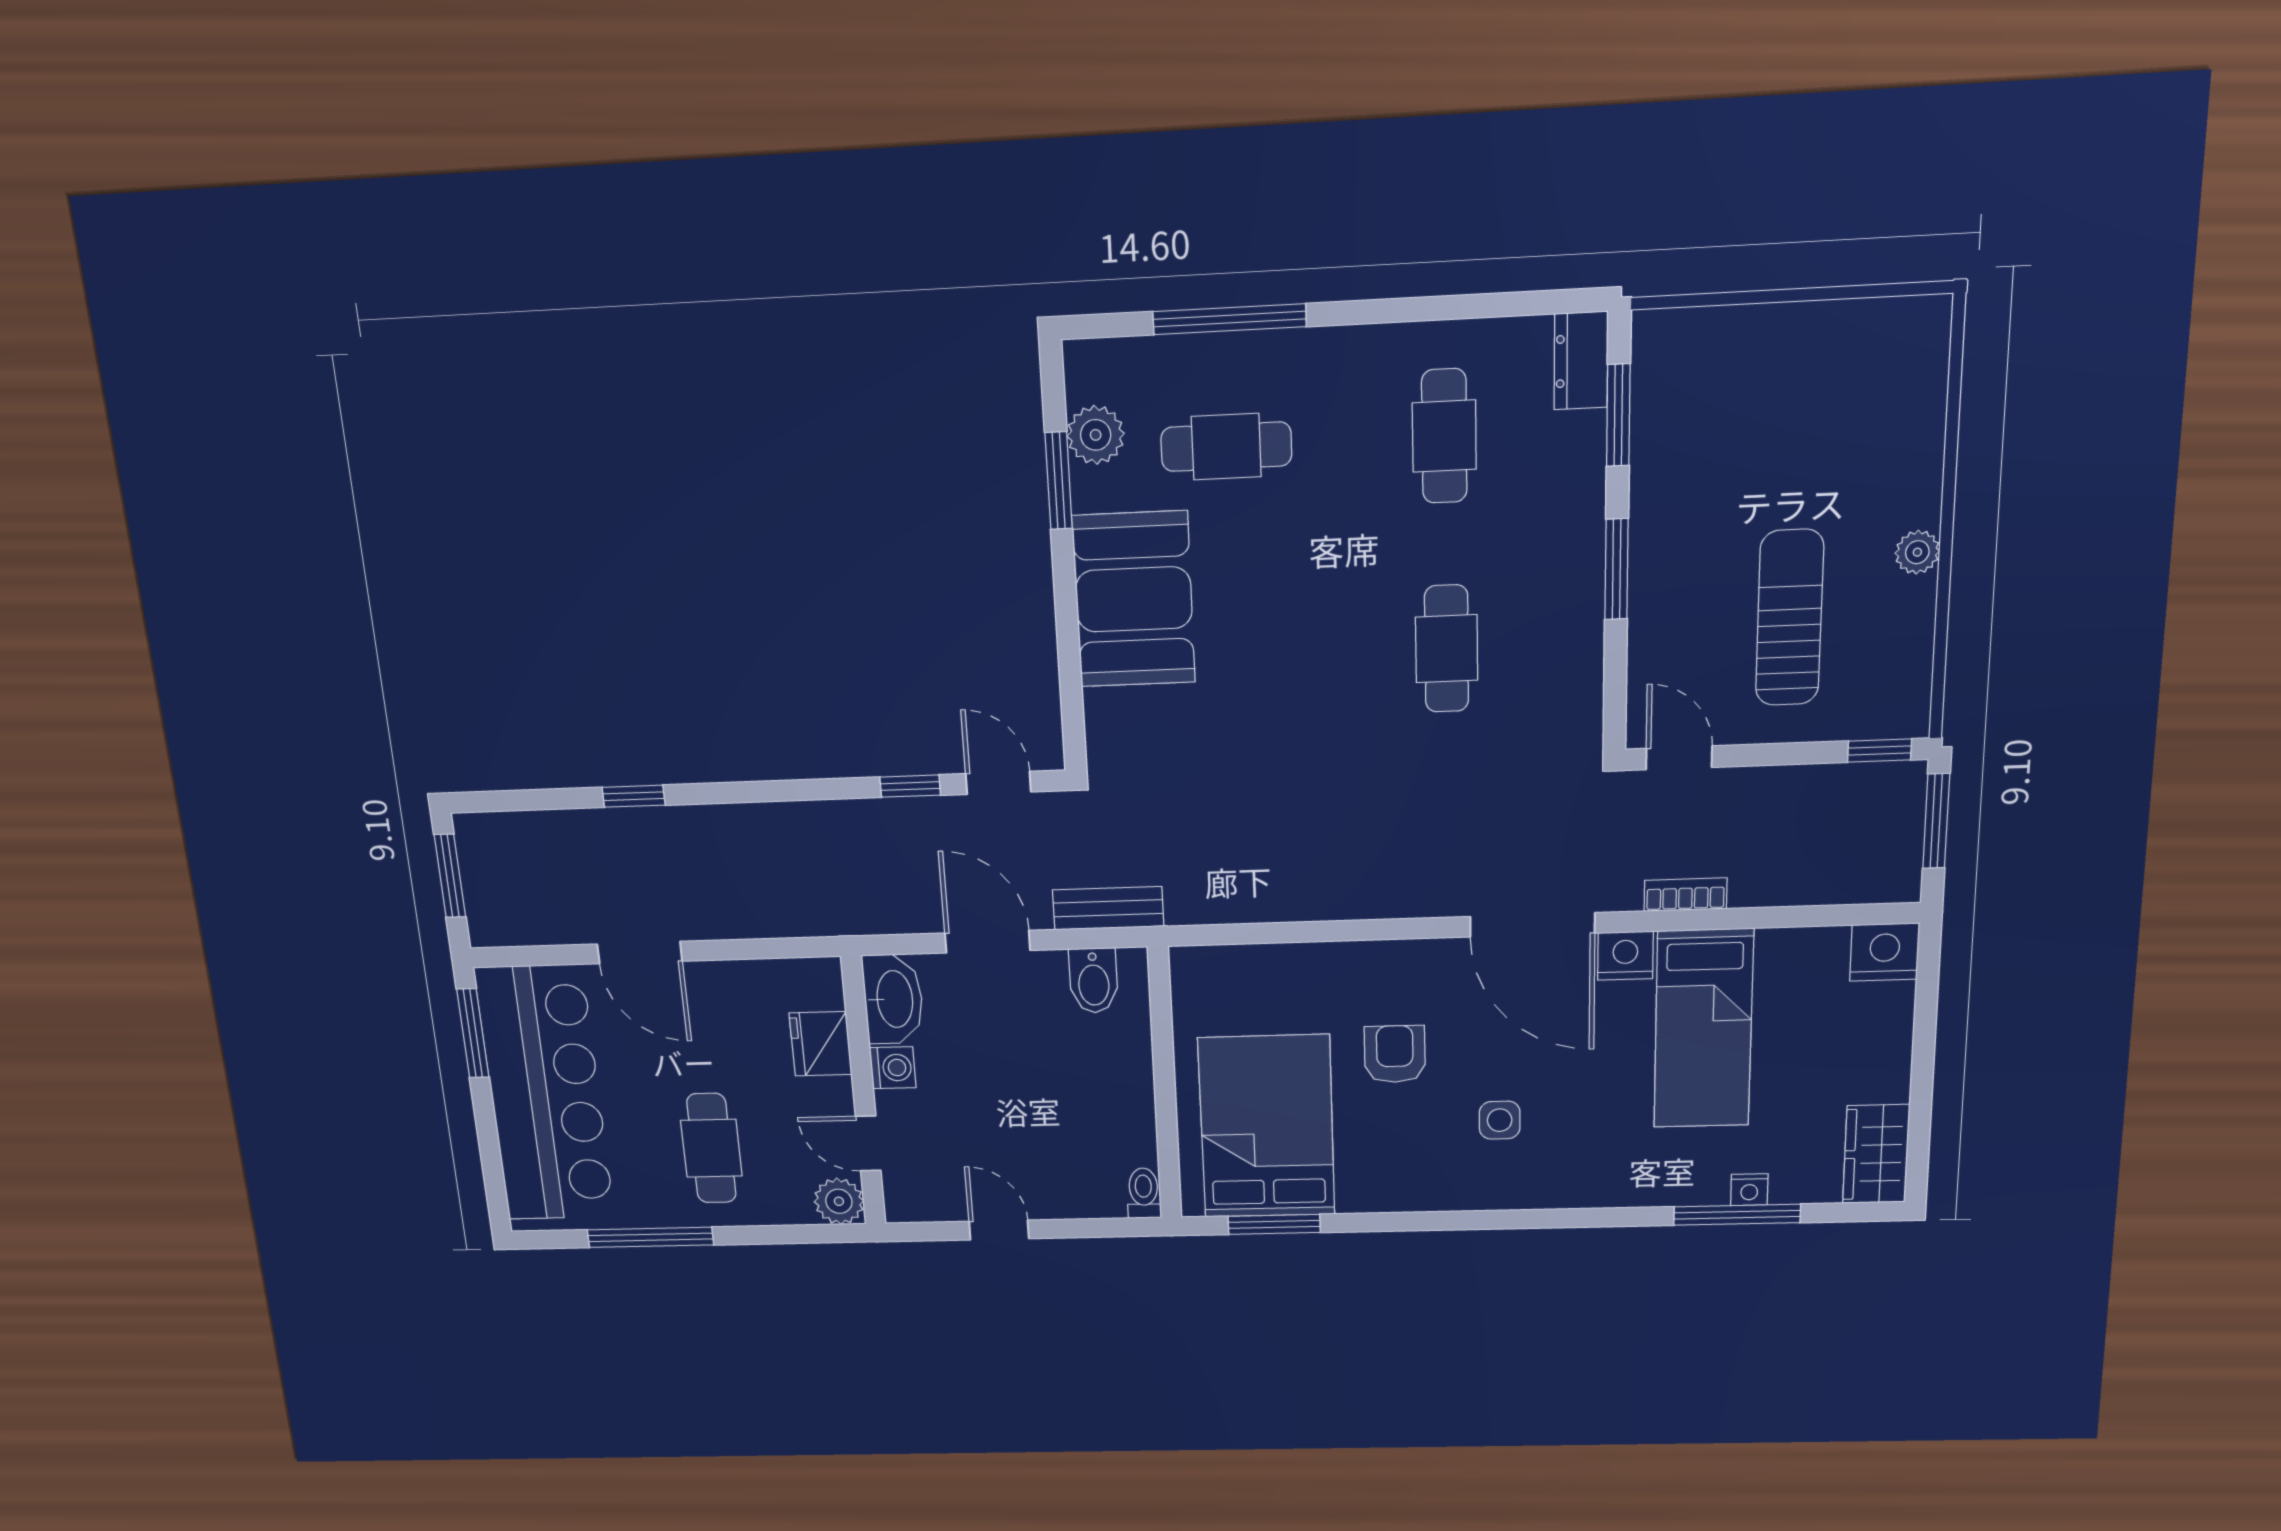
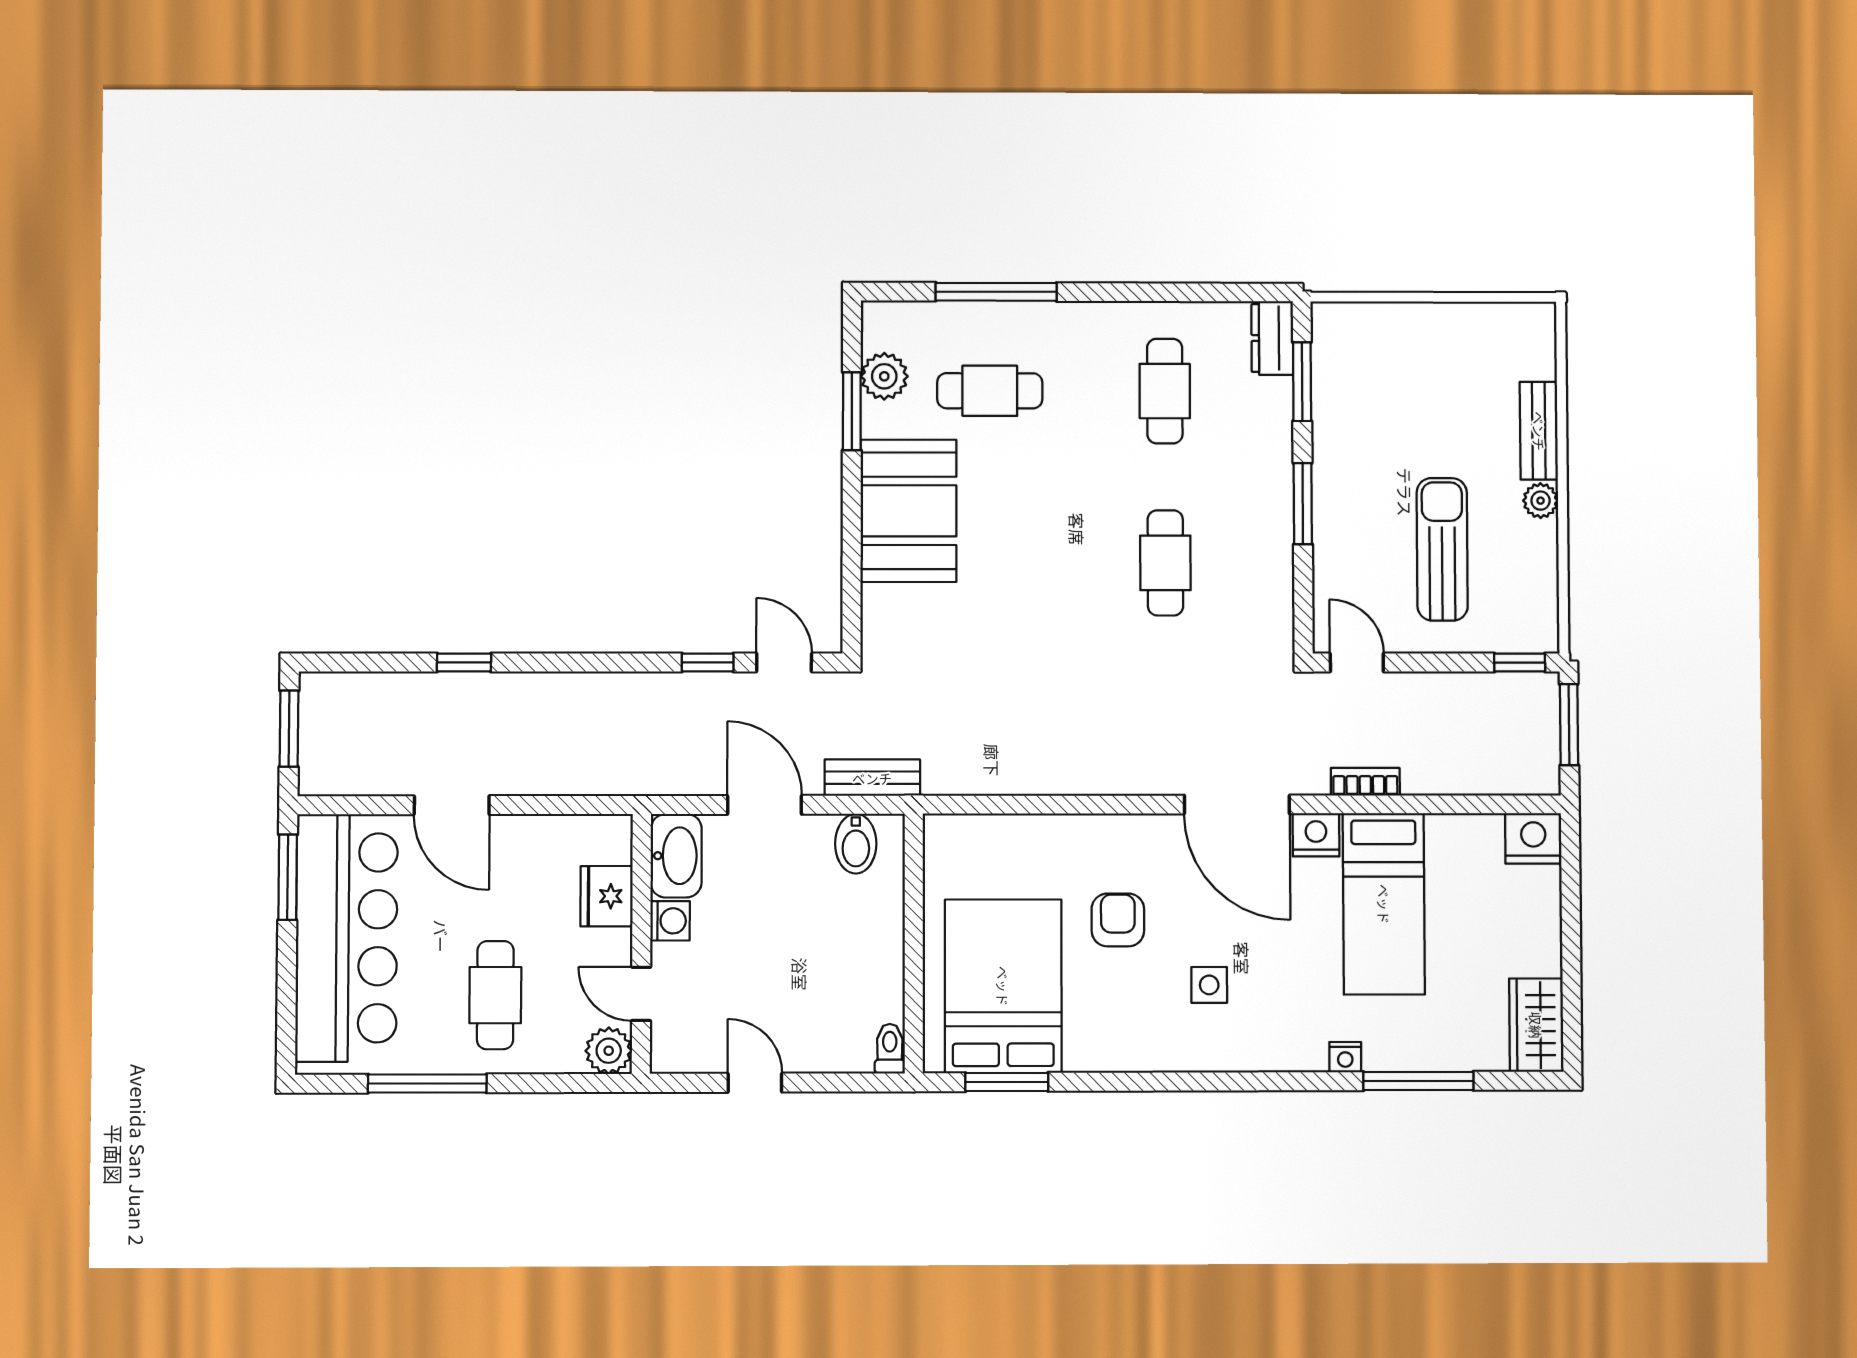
bench: (1920, 463) -> (1539, 431), added
nightstand: (1749, 1190) -> (1345, 1057), moved

